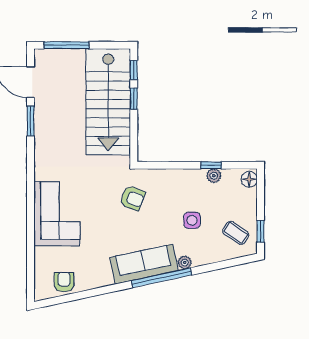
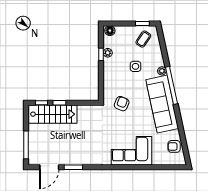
stairs: (108, 102) -> (53, 114), width x0.73, depth x0.66
sofa: (144, 264) -> (162, 104), width x1.36, depth x1.27

